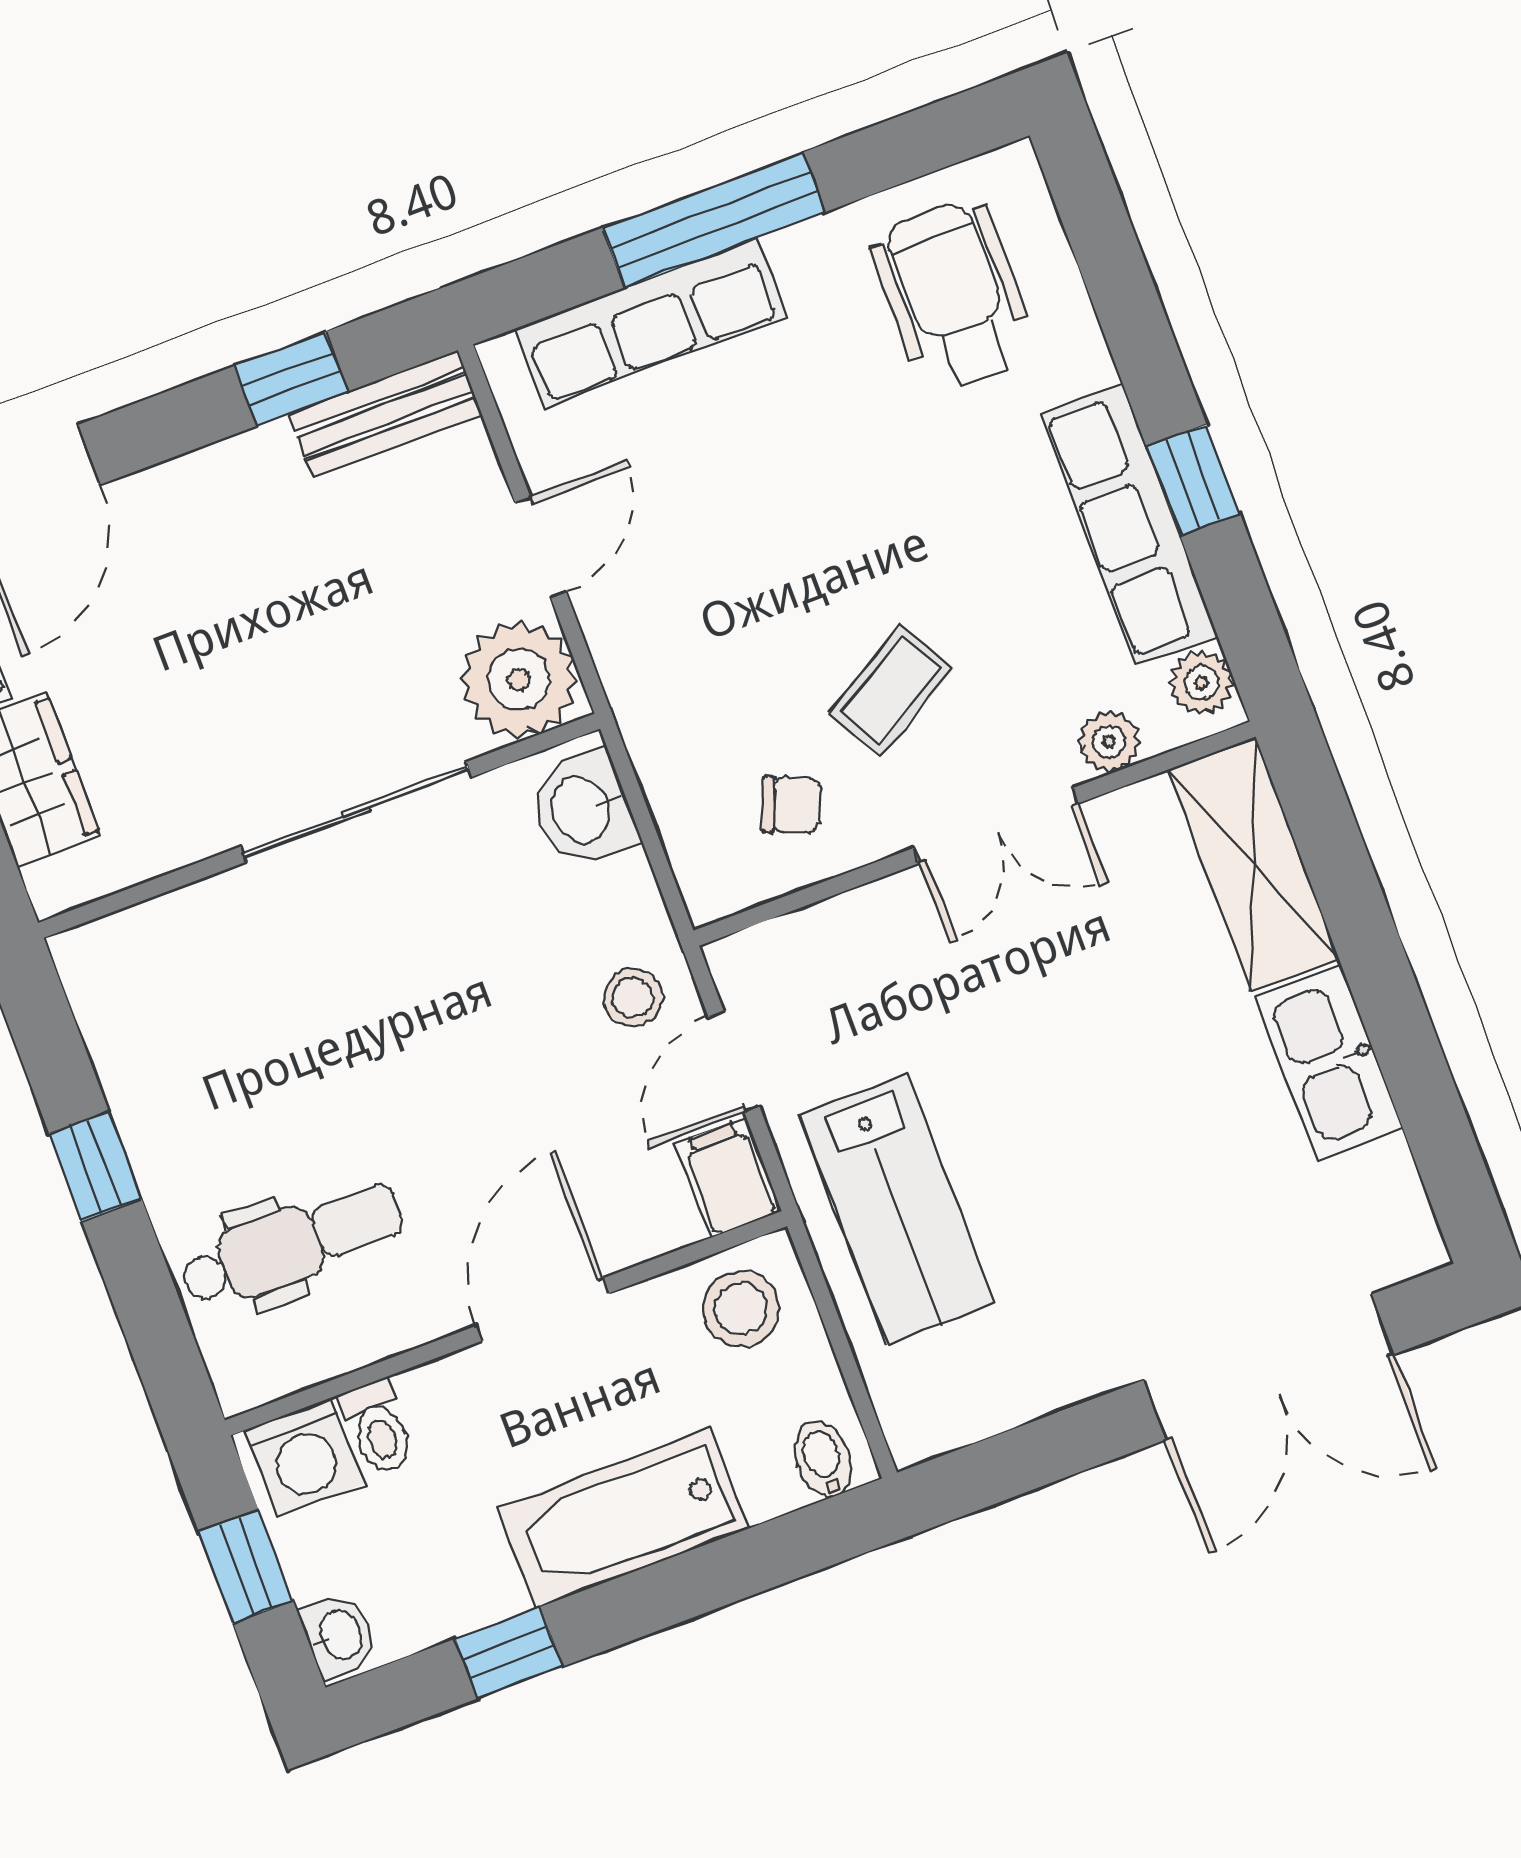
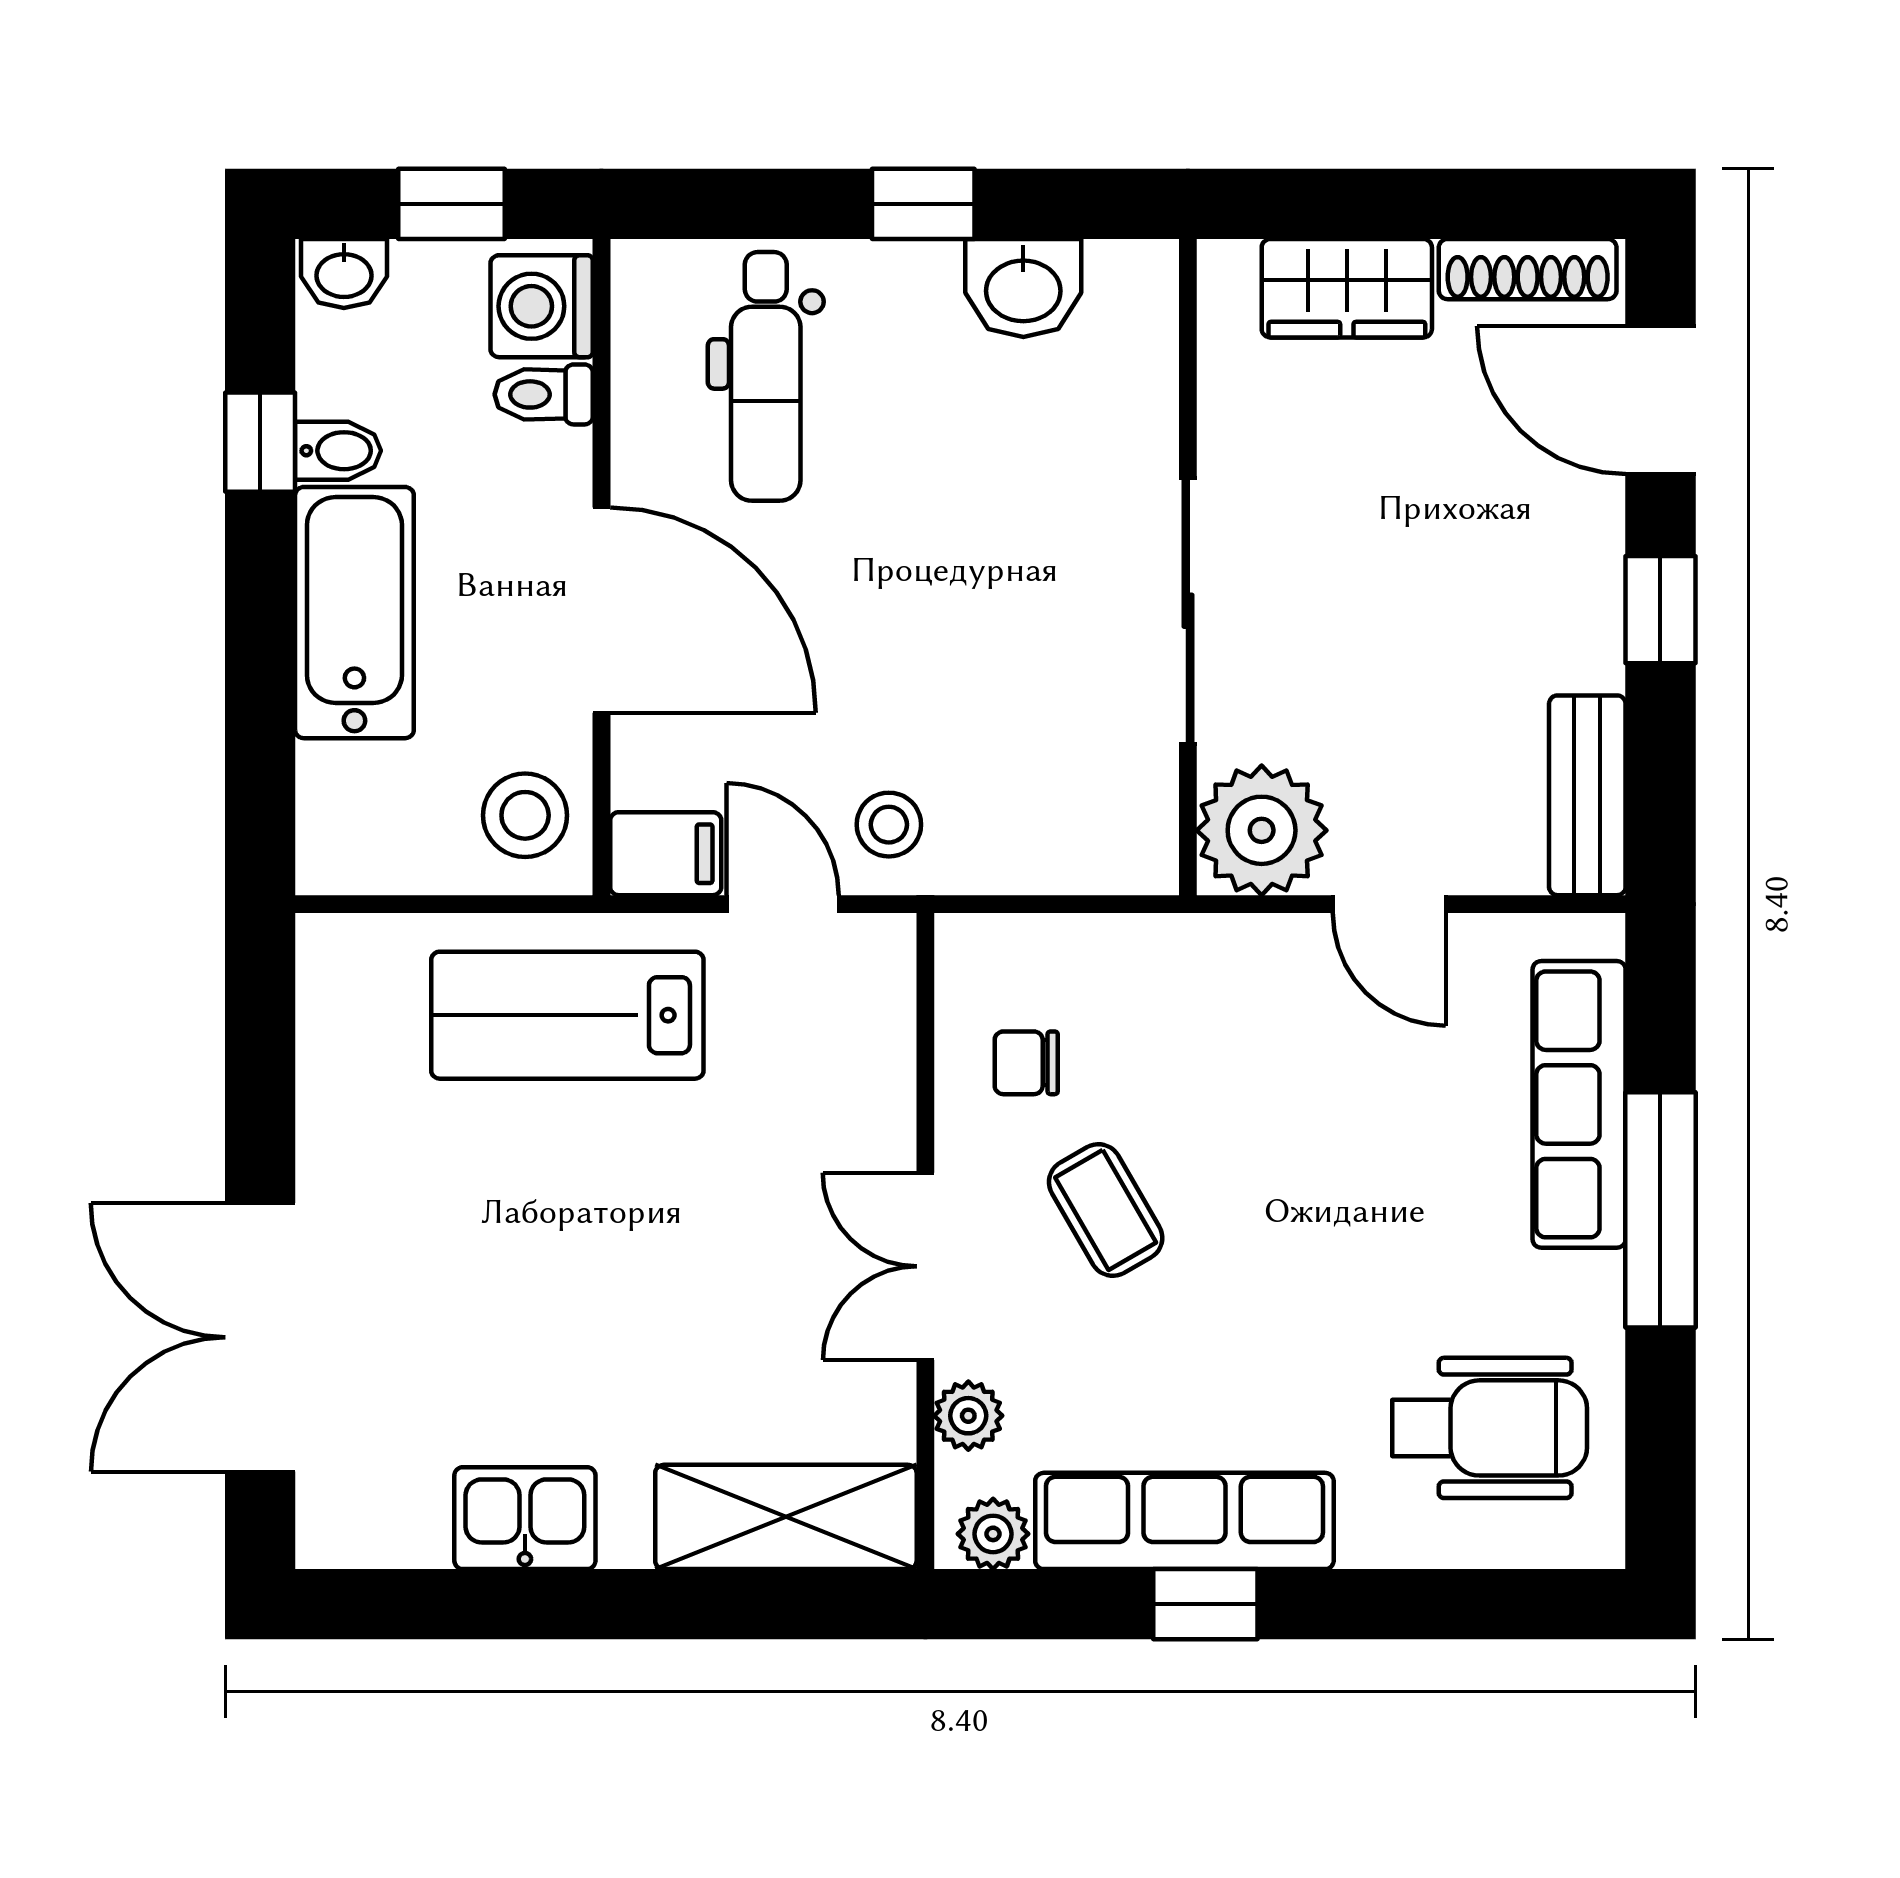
window: (291, 379) -> (1660, 610), moved
chair: (791, 805) -> (1026, 1063), turned 67
washbasin: (583, 809) -> (1023, 288), moved, turned 180
kitchen sink: (1329, 1063) -> (525, 1518), width x0.73
door: (543, 1310) -> (601, 610), width x1.36
bidet: (823, 1459) -> (338, 451), moved

